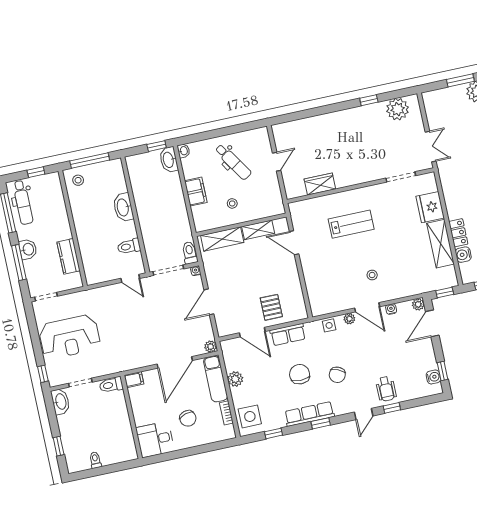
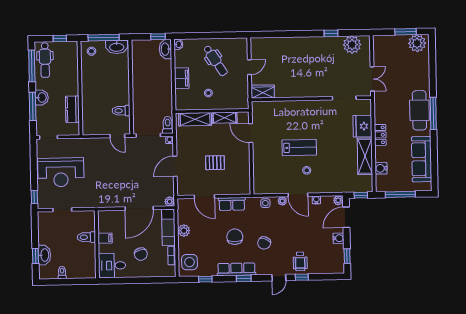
wardrobe: (320, 184) -> (263, 92), moved
washbasin: (123, 207) -> (117, 47), moved, turned -90
lab bench: (351, 224) -> (299, 148), moved
locker: (458, 233) -> (380, 135), moved
pallet: (271, 307) -> (215, 163), moved, turned 90
water cooler: (433, 377) -> (339, 238), moved
filing cabinet: (134, 380) -> (105, 238), moved
toilet: (111, 385) -> (86, 237), moved
washbasin: (60, 402) -> (44, 255), moved

